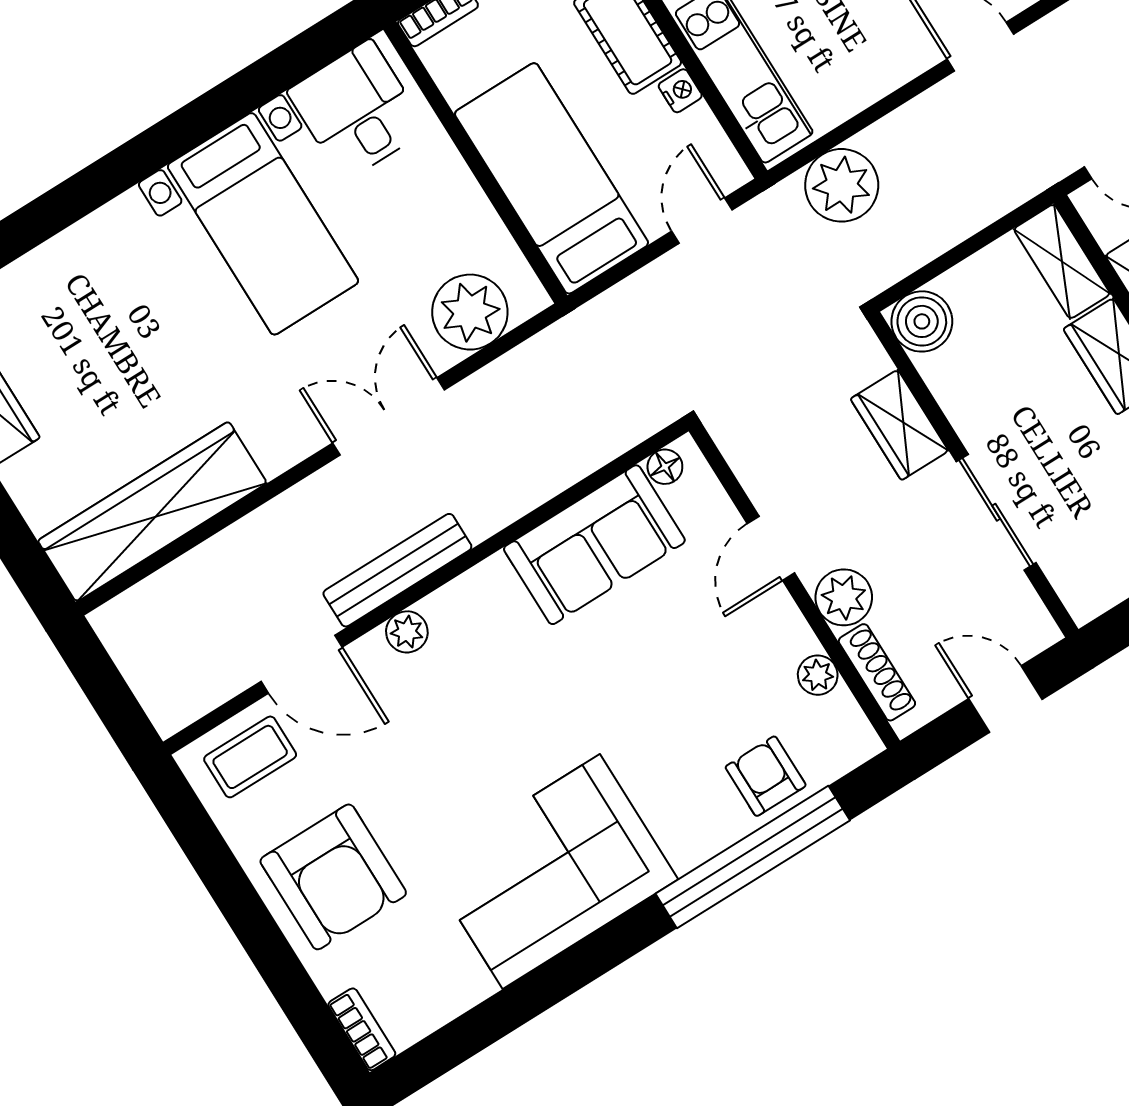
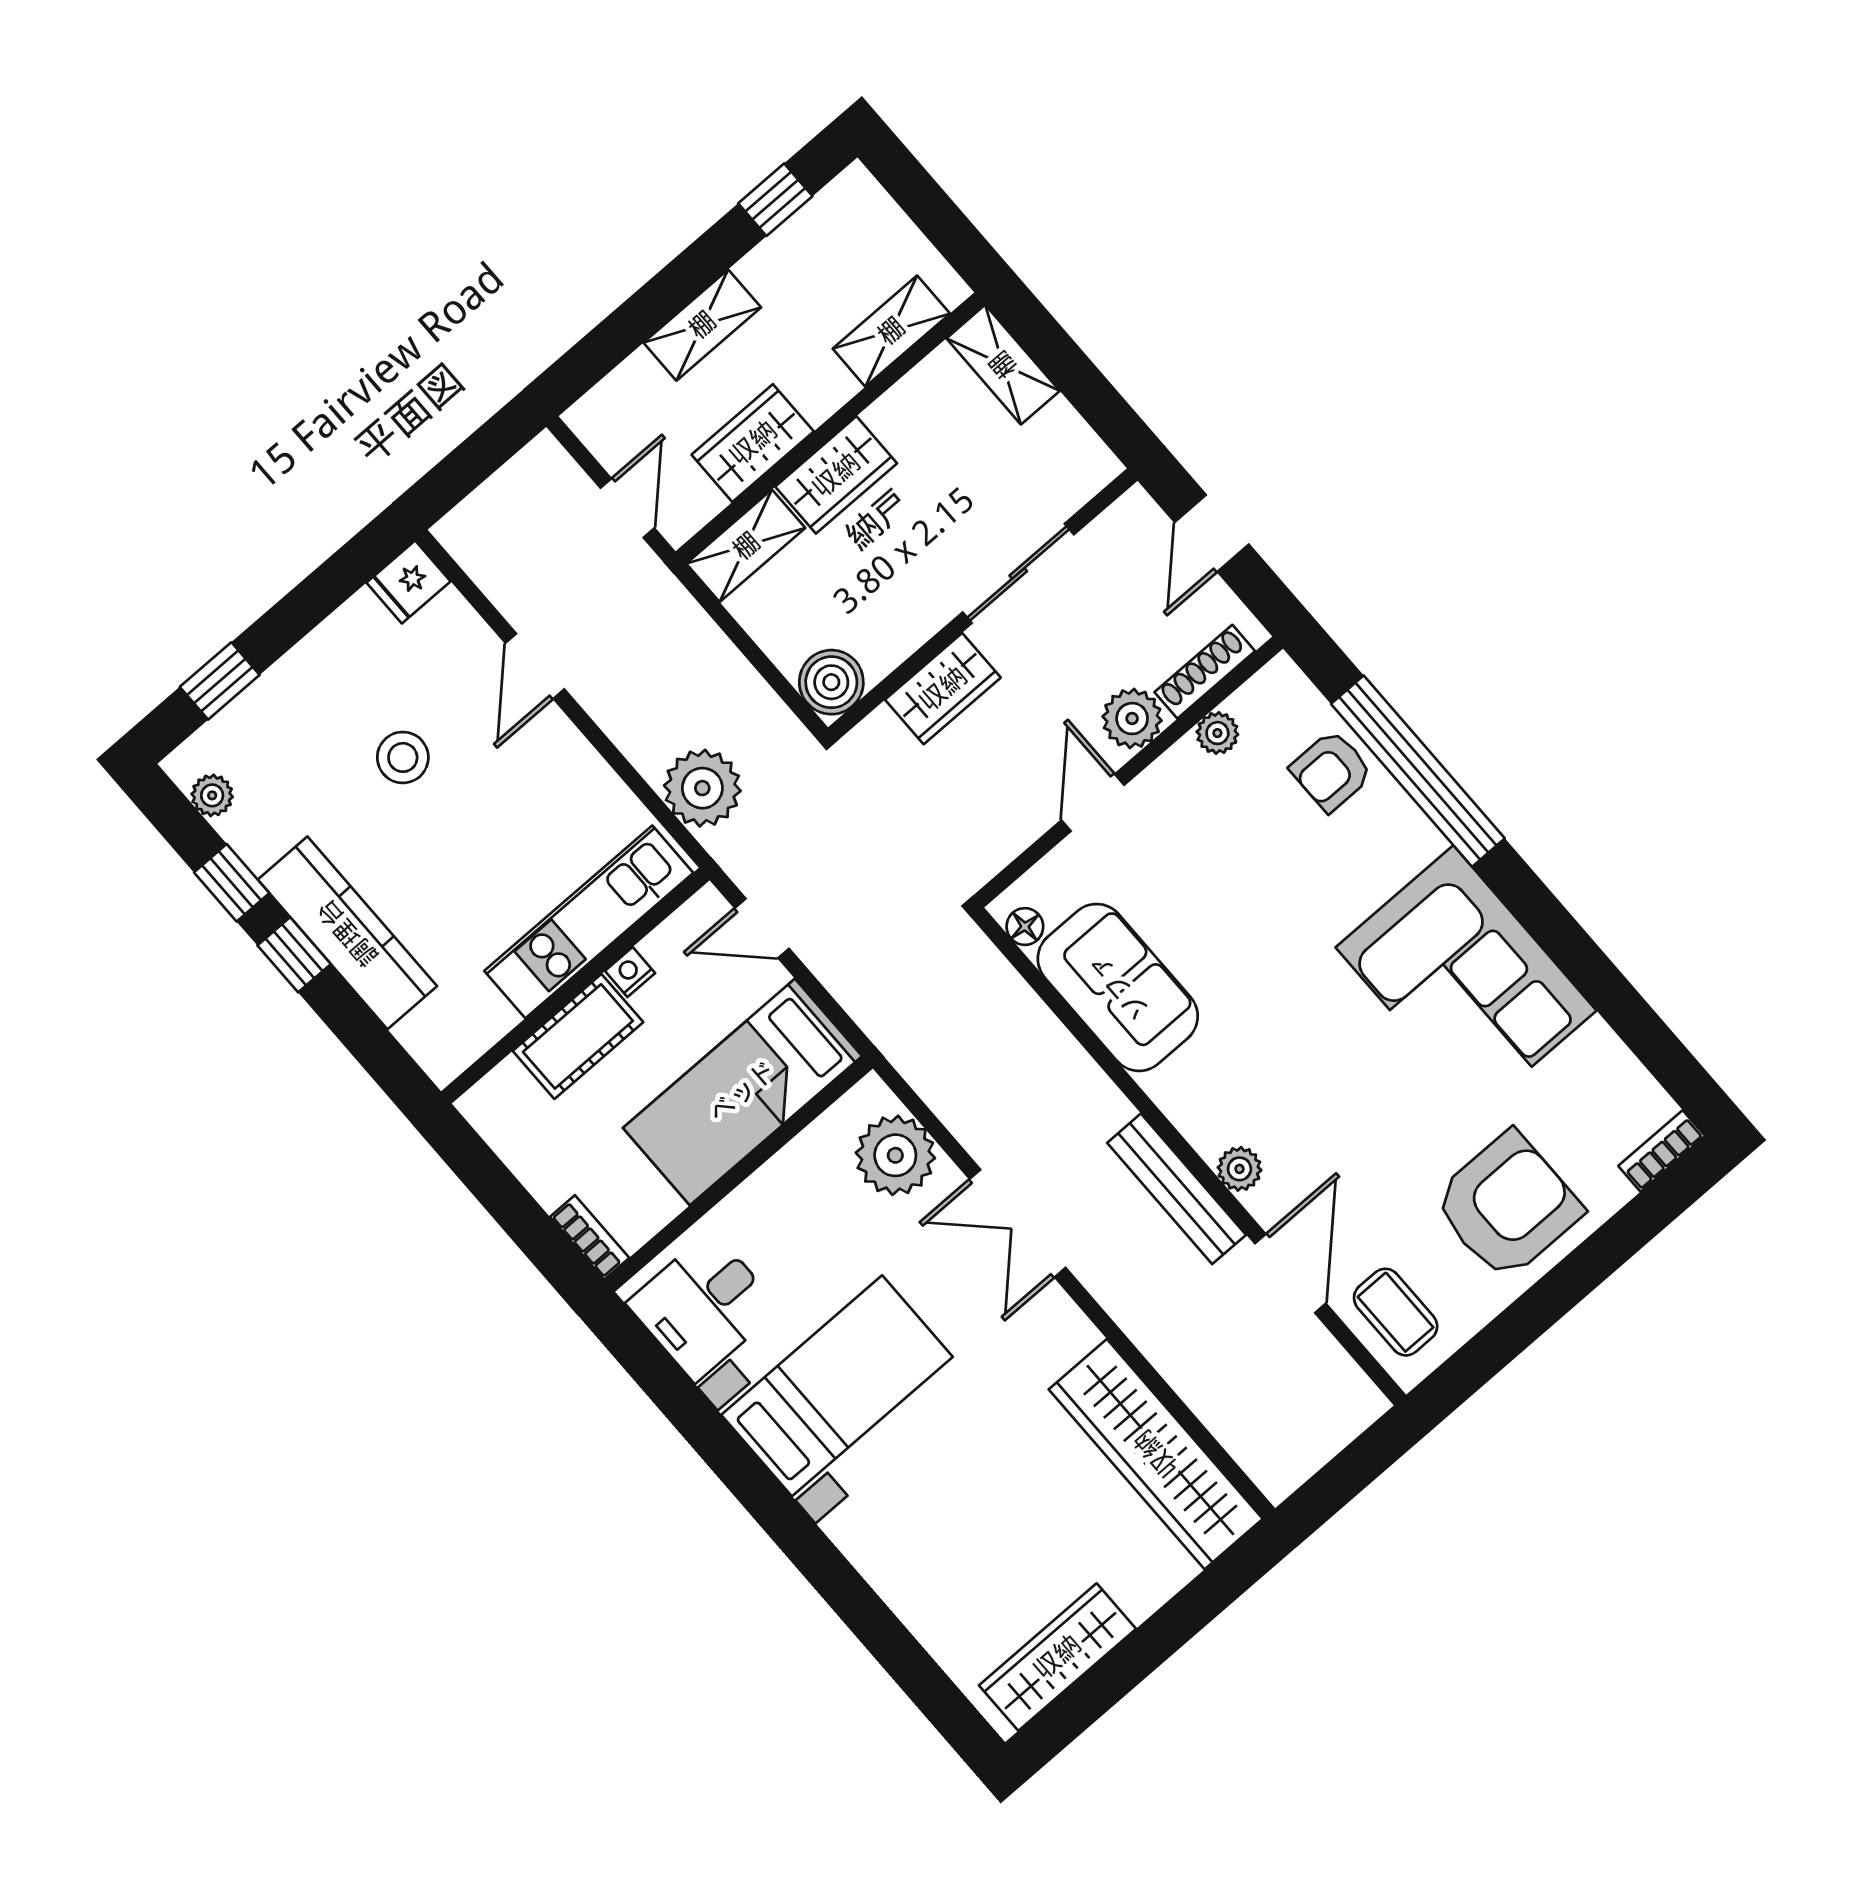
door: (771, 548) -> (1093, 803), swing flipped

